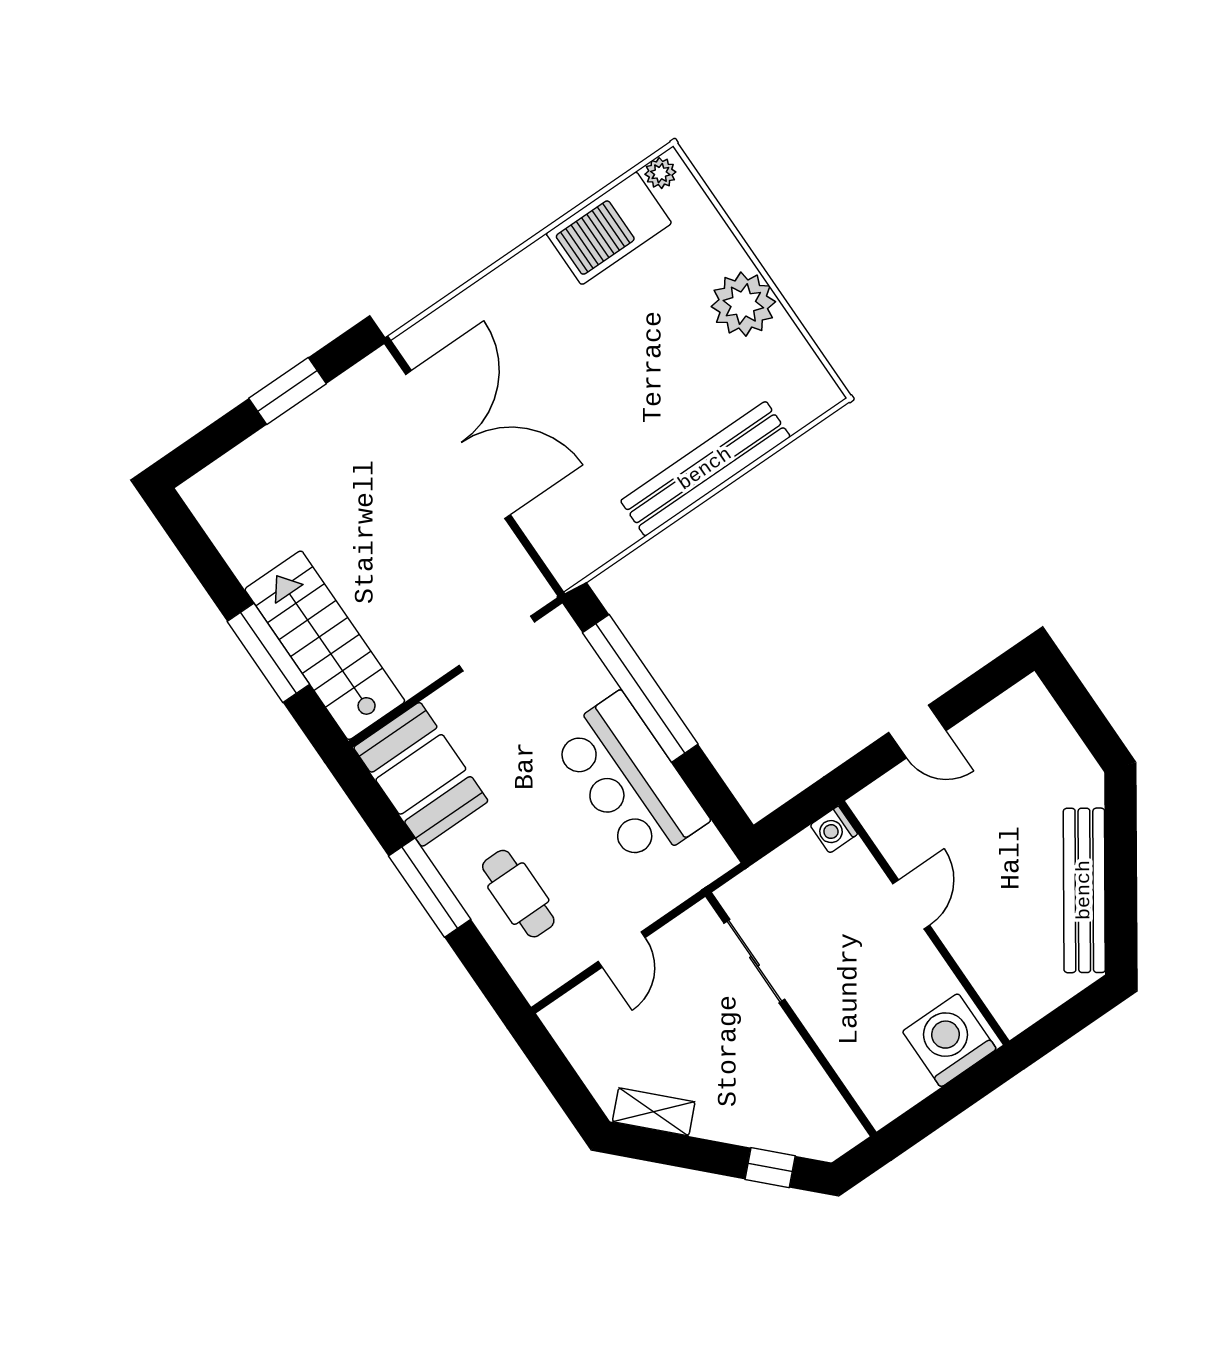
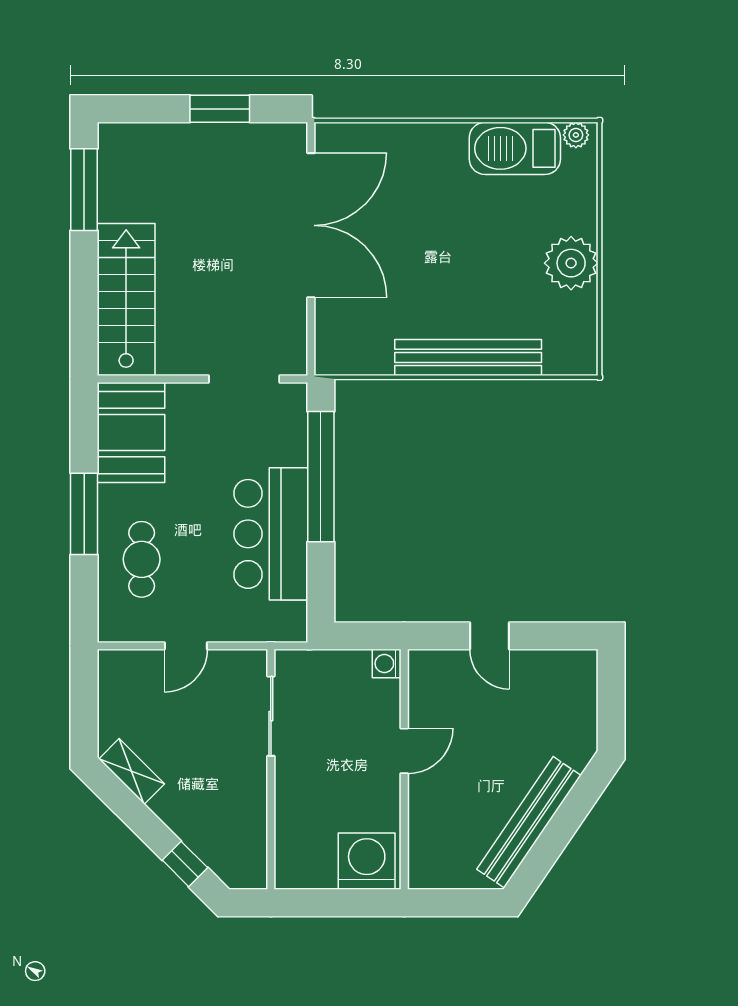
window: (268, 653) -> (84, 190), moved

